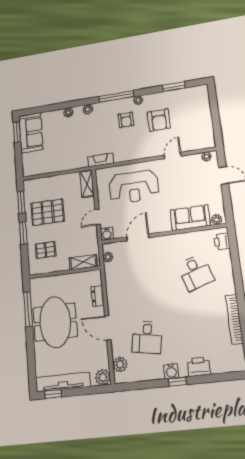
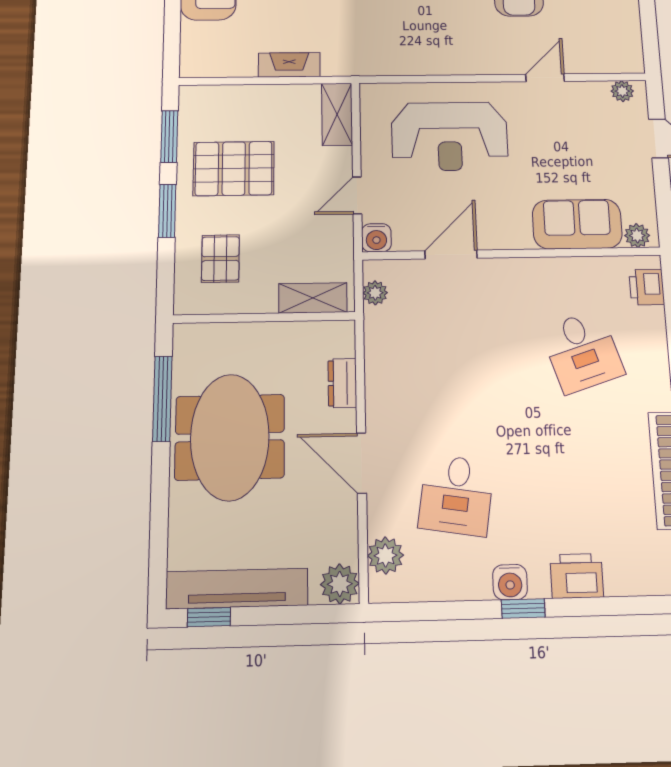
fireplace: (101, 160) -> (289, 65), moved
pallet: (45, 250) -> (220, 259), turned 90

